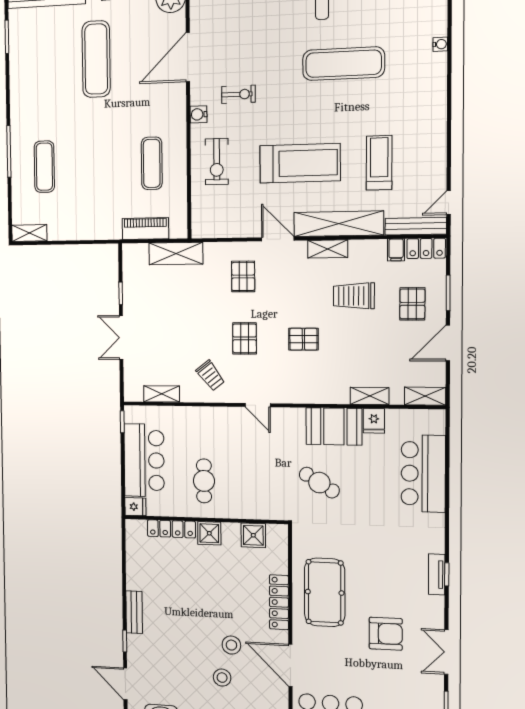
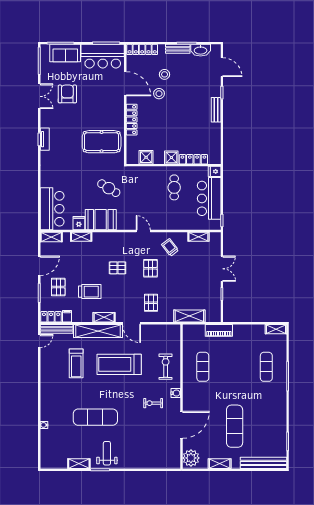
piano: (145, 229) -> (219, 330), moved
bar counter: (423, 474) -> (52, 209), moved
pool table: (325, 592) -> (102, 142), moved, turned 90
armchair: (386, 634) -> (67, 94), moved, turned 90

